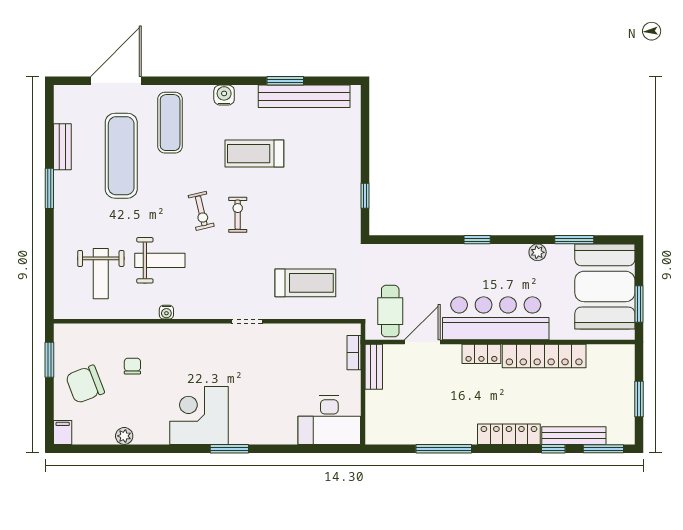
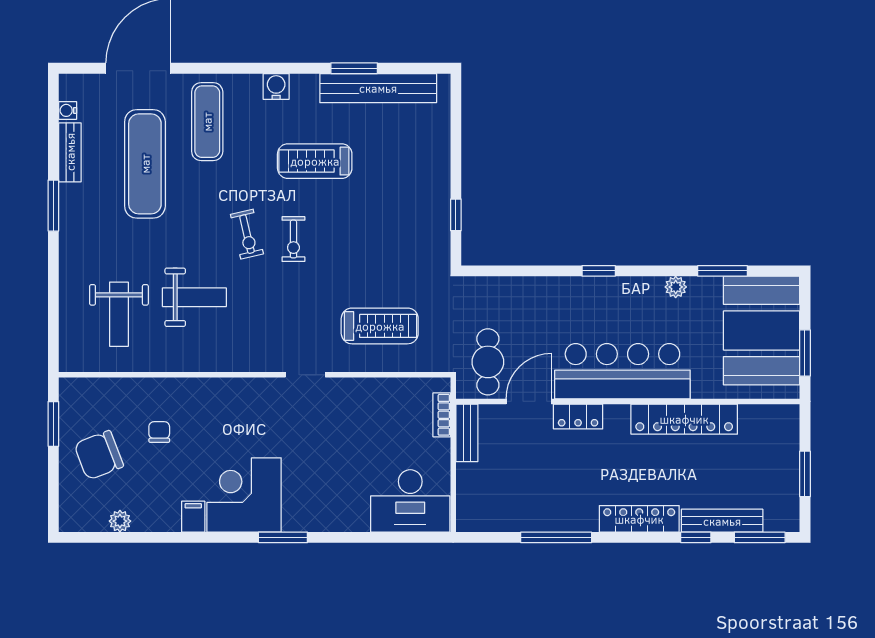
exercise bike: (238, 215) -> (293, 239), turned 180
water cooler: (166, 312) -> (68, 110), moved, turned 90
locker: (481, 354) -> (578, 417), moved
filing cabinet: (63, 432) -> (193, 517), moved
plant: (124, 436) -> (120, 521), moved

